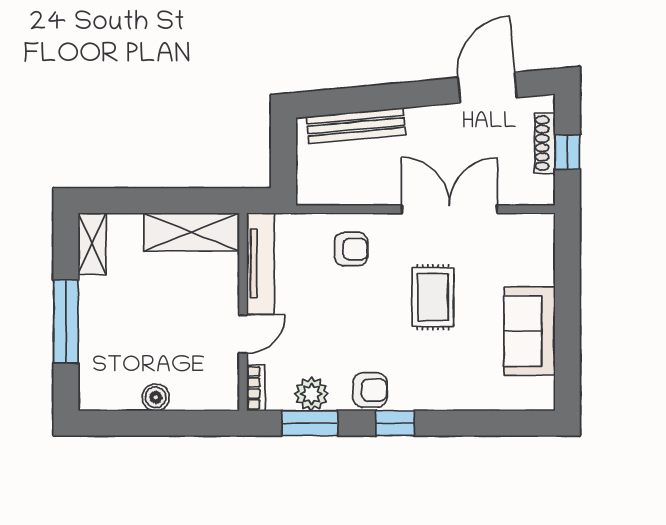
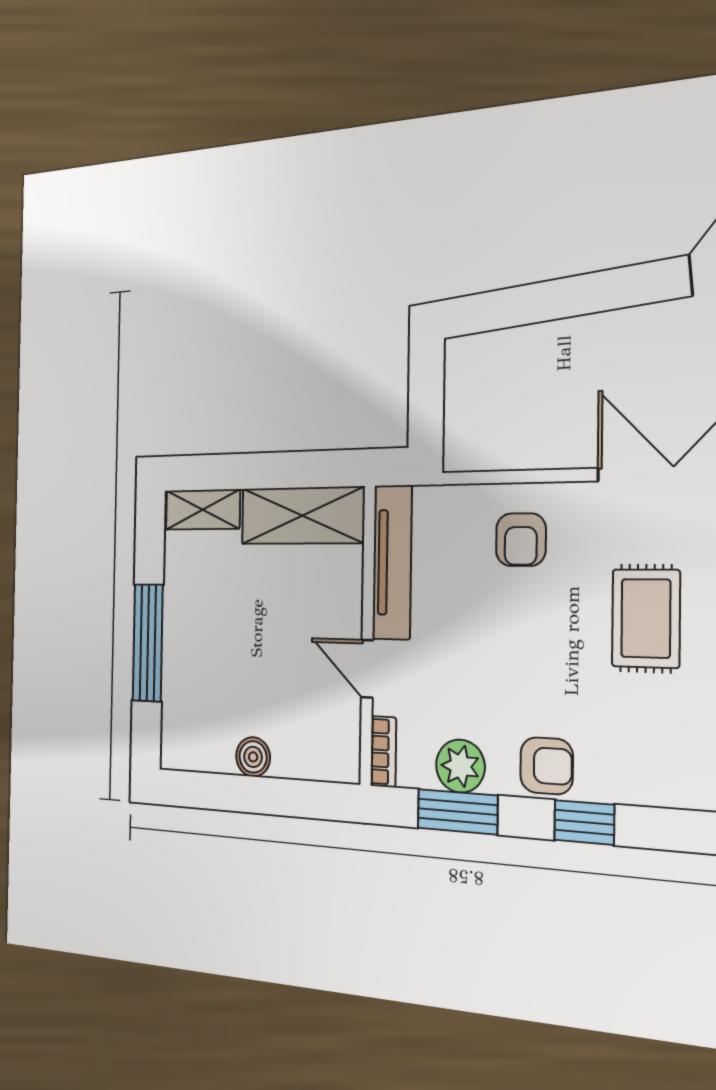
bench: (356, 126) -> (530, 345), removed
shelving: (92, 244) -> (203, 510), moved, turned 90
armchair: (351, 249) -> (521, 540), turned 90
door: (243, 334) -> (367, 669), swing flipped

